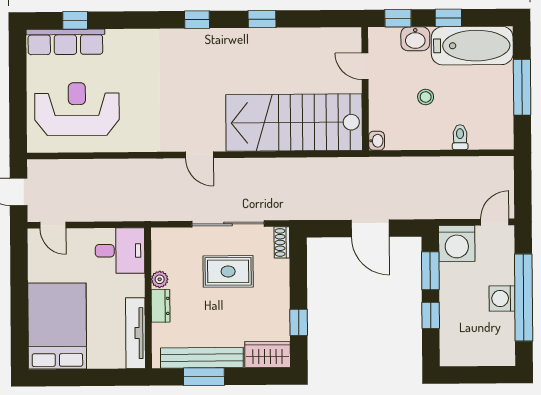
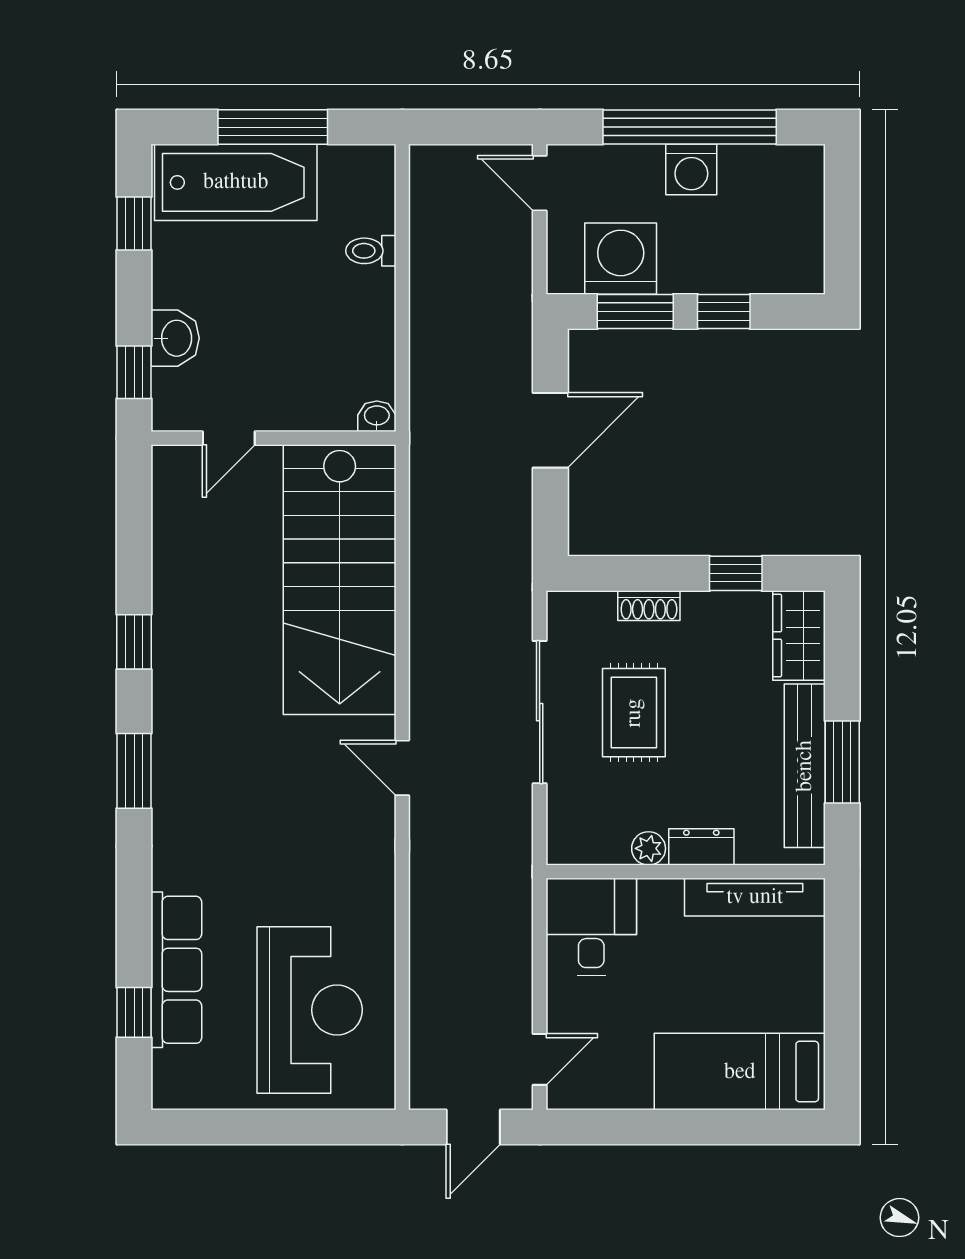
window: (448, 18) -> (134, 223), moved
window: (197, 20) -> (134, 771), width x1.50
row of seats: (65, 42) -> (176, 970), moved
bathtub: (472, 46) -> (236, 182), moved, turned 90
stool: (426, 97) -> (291, 318), removed
reception desk: (77, 109) -> (310, 1010), turned 180
door: (199, 155) -> (402, 768), swing flipped
shoe rack: (282, 242) -> (649, 606), moved
washing machine: (457, 244) -> (621, 259), moved, turned -90
bed: (57, 326) -> (740, 1072), width x0.67

